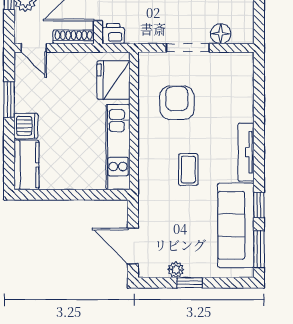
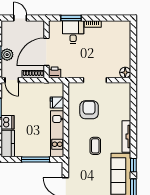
floor lamp: (221, 34) -> (125, 72), moved
fridge: (114, 80) -> (57, 102), width x0.53, depth x0.75
window: (78, 195) -> (36, 160), added

